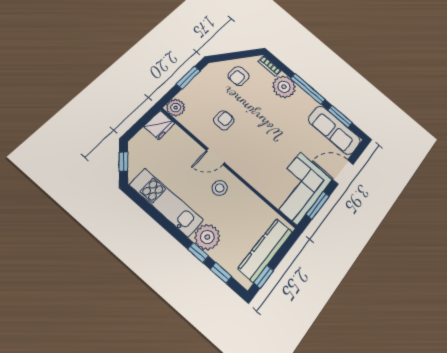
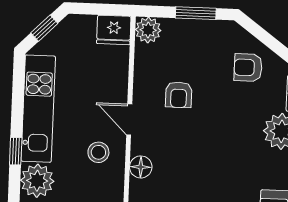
armchair: (224, 120) -> (179, 95), turned 90
floor lamp: (246, 171) -> (141, 167), added
window: (198, 253) -> (16, 151), moved

